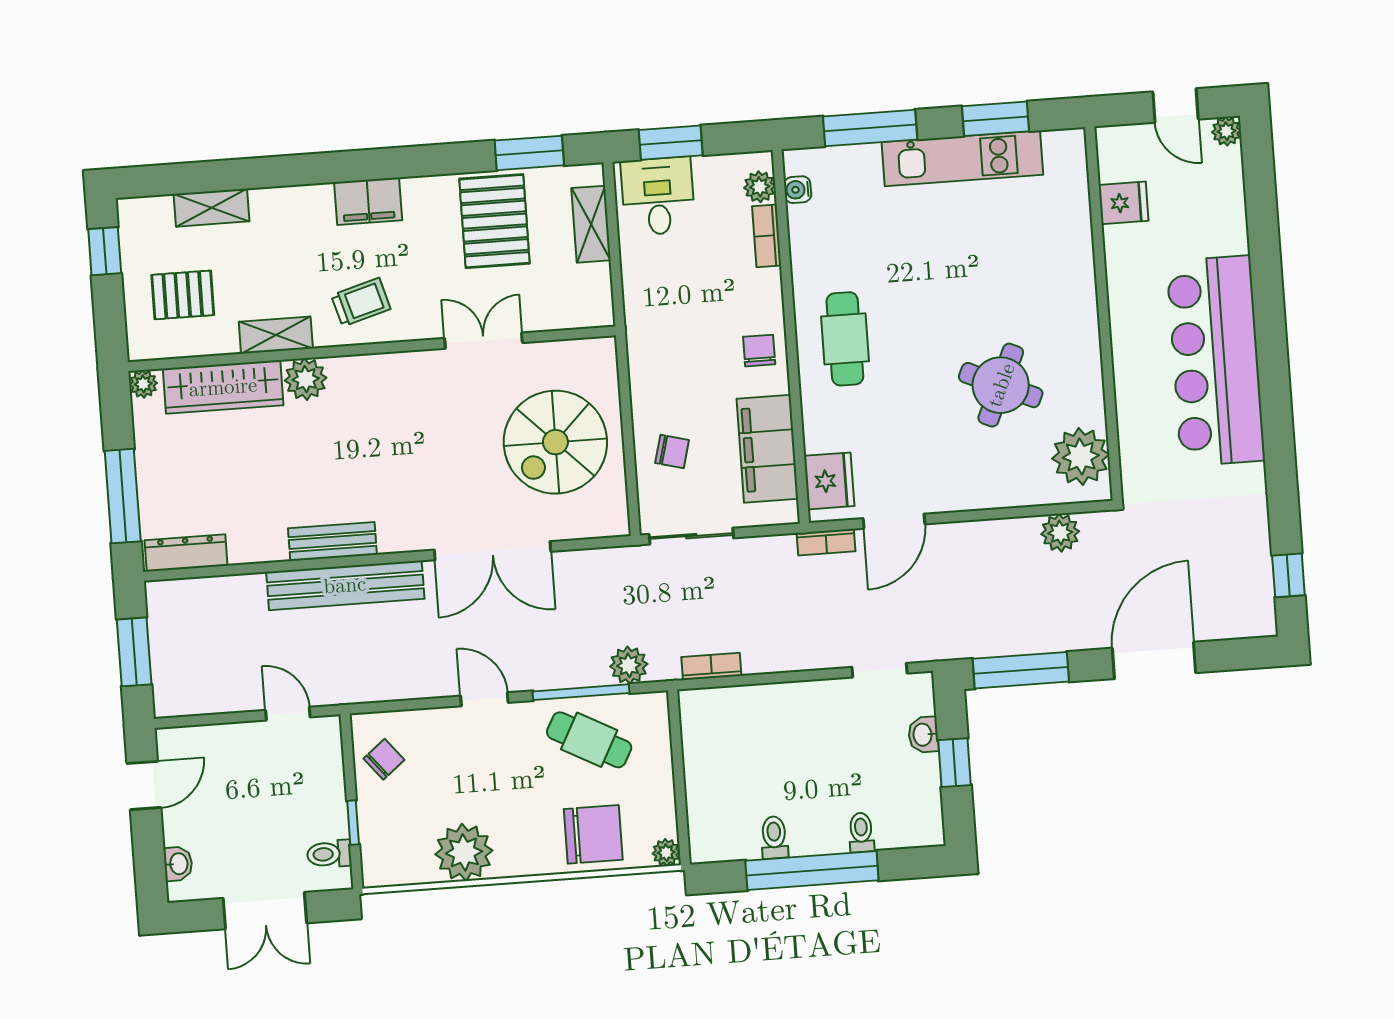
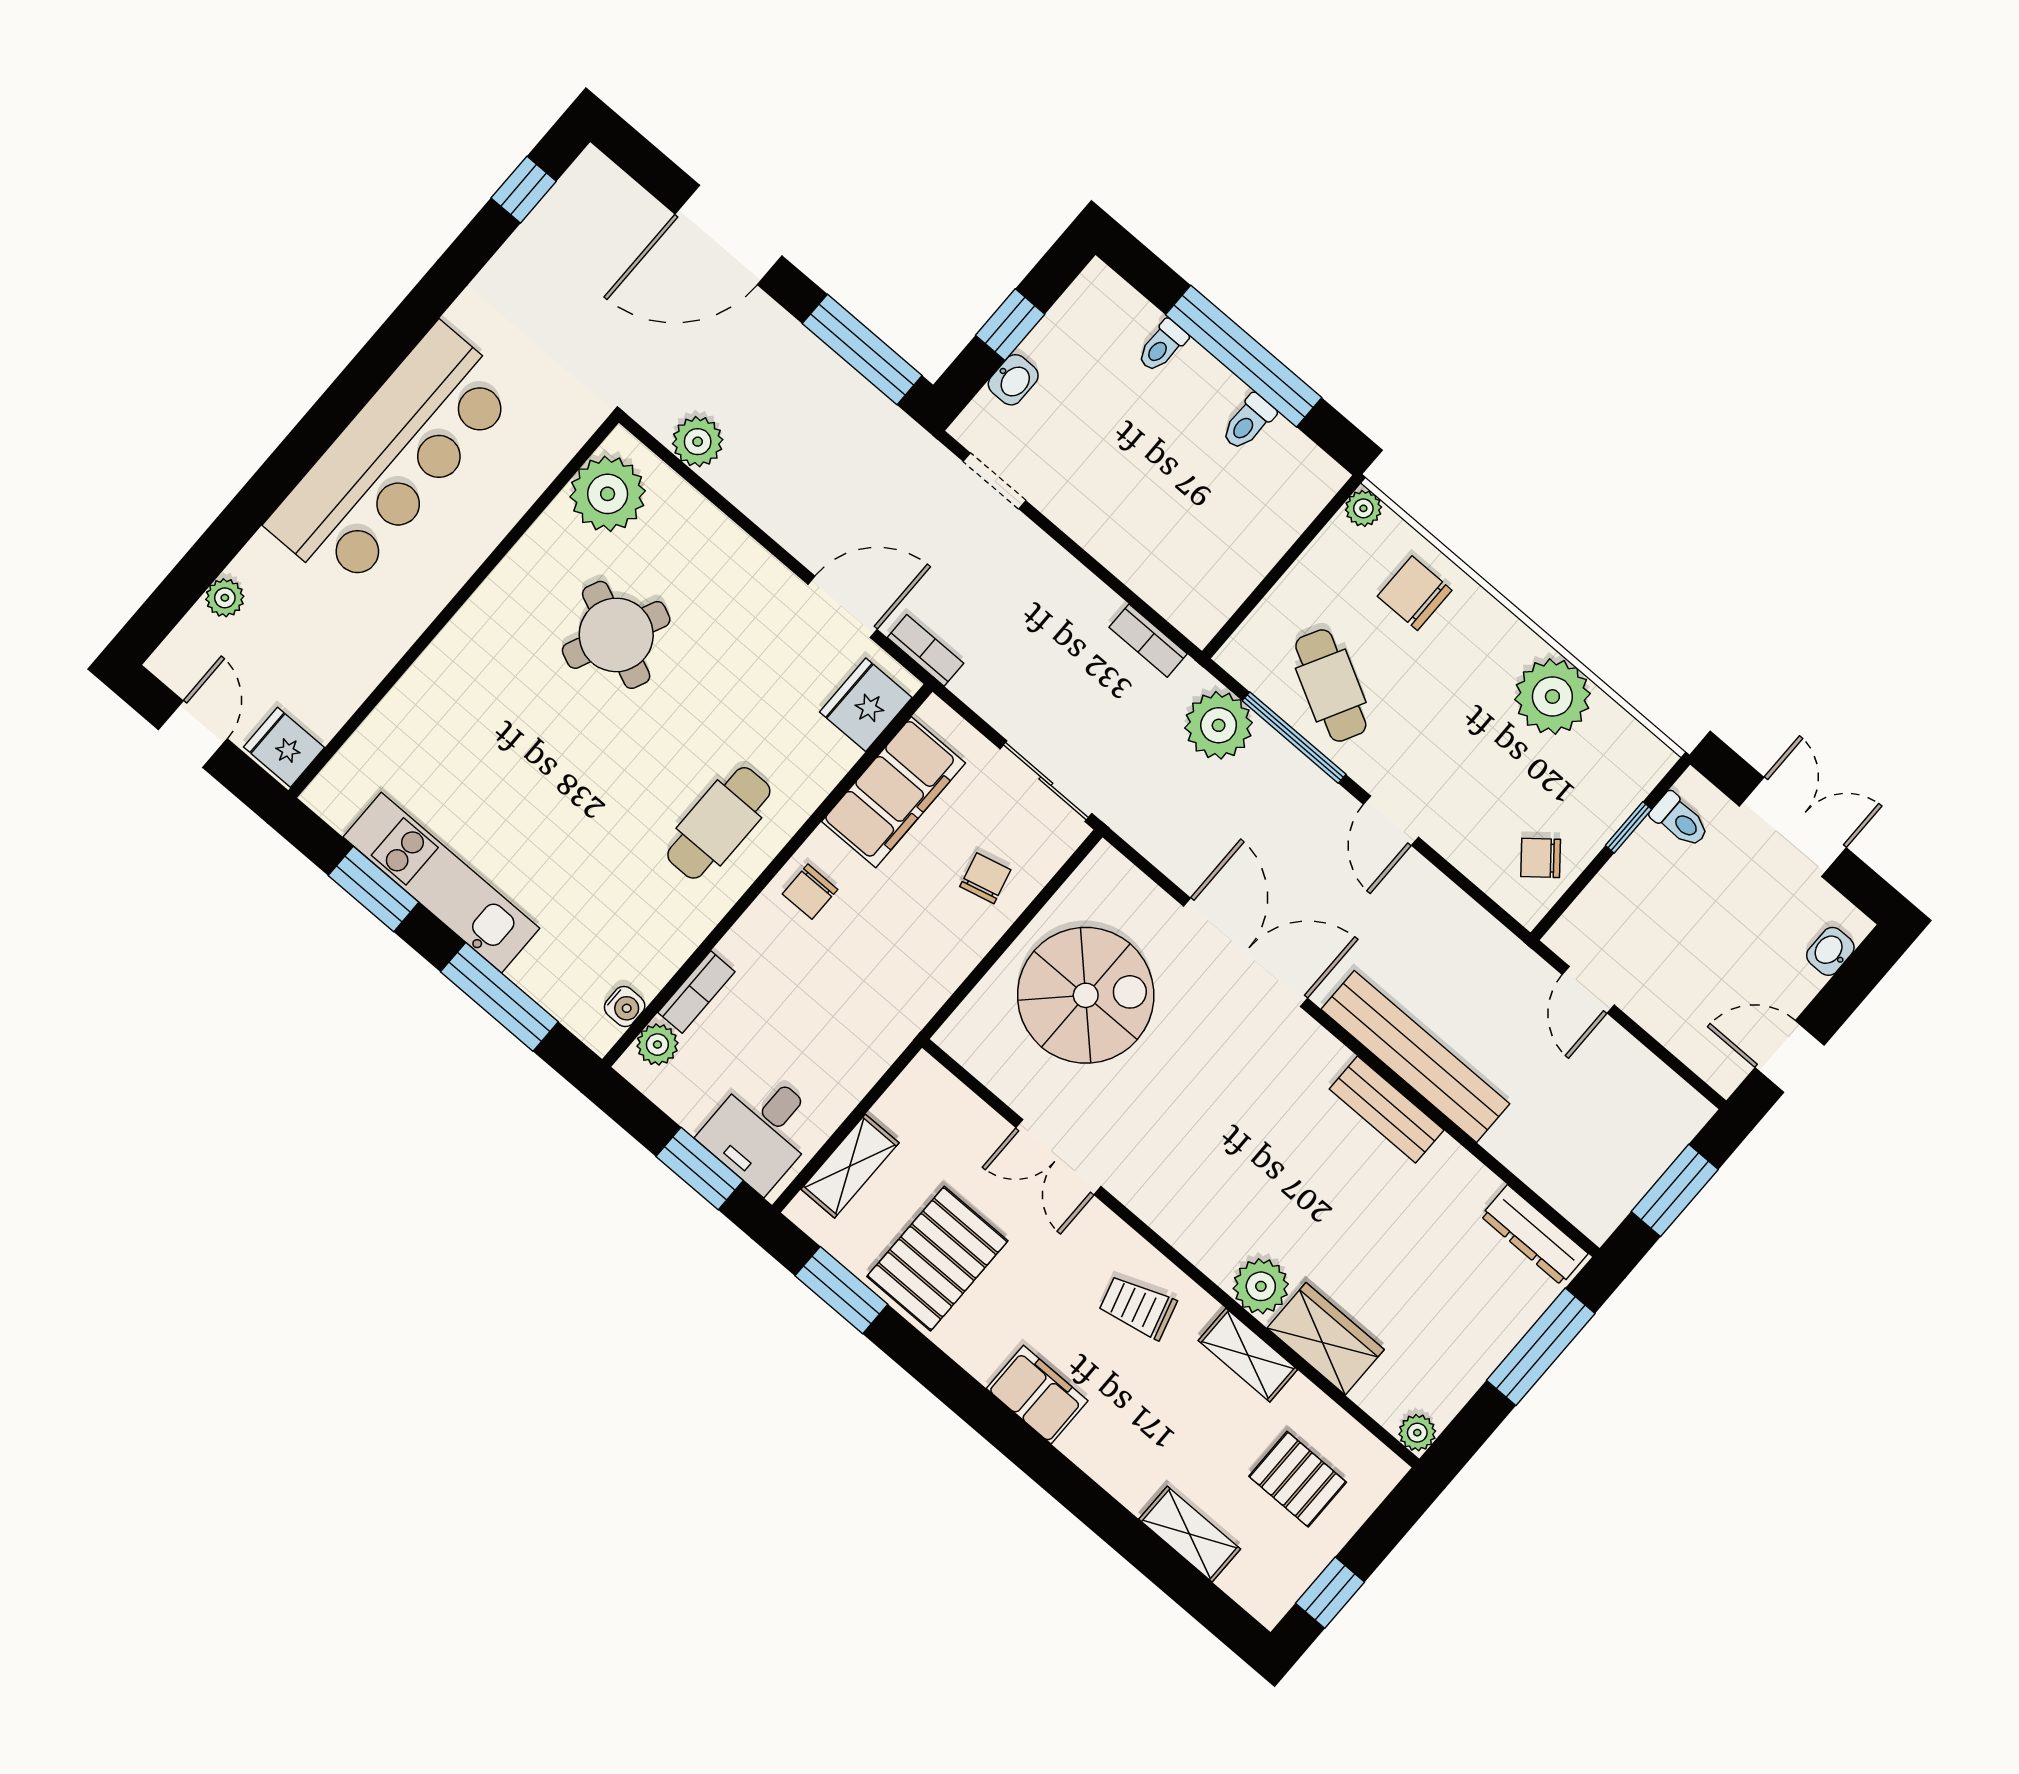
plant: (1226, 131) -> (225, 598), moved
fridge: (1123, 203) -> (284, 747), moved
wardrobe: (223, 387) -> (1326, 1339), width x0.67
chair: (672, 451) -> (985, 878), turned 61
plant: (629, 665) -> (1219, 725), width x1.36, depth x1.36
chair: (593, 834) -> (1415, 593), width x0.73, depth x0.73

